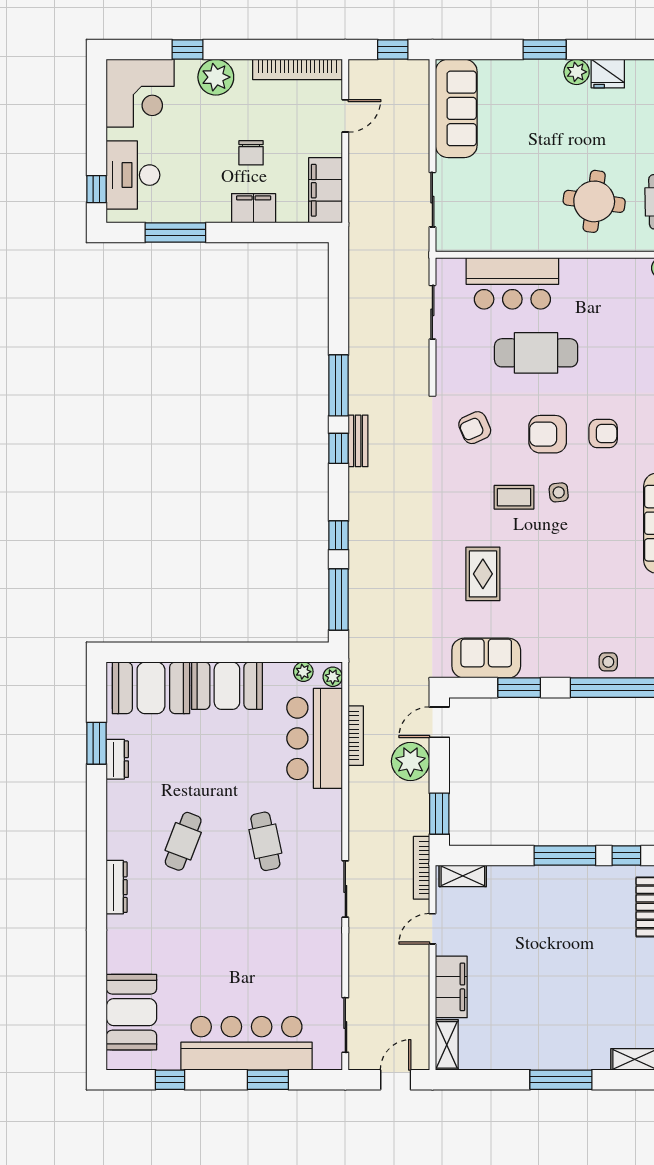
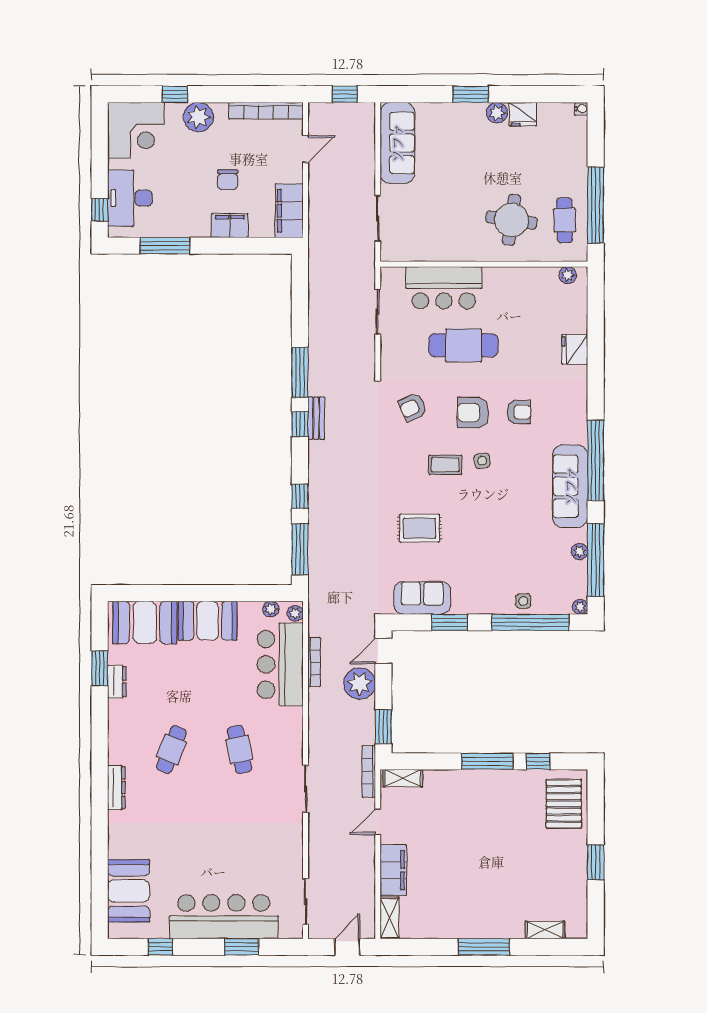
rug: (483, 574) -> (419, 528), turned 90

